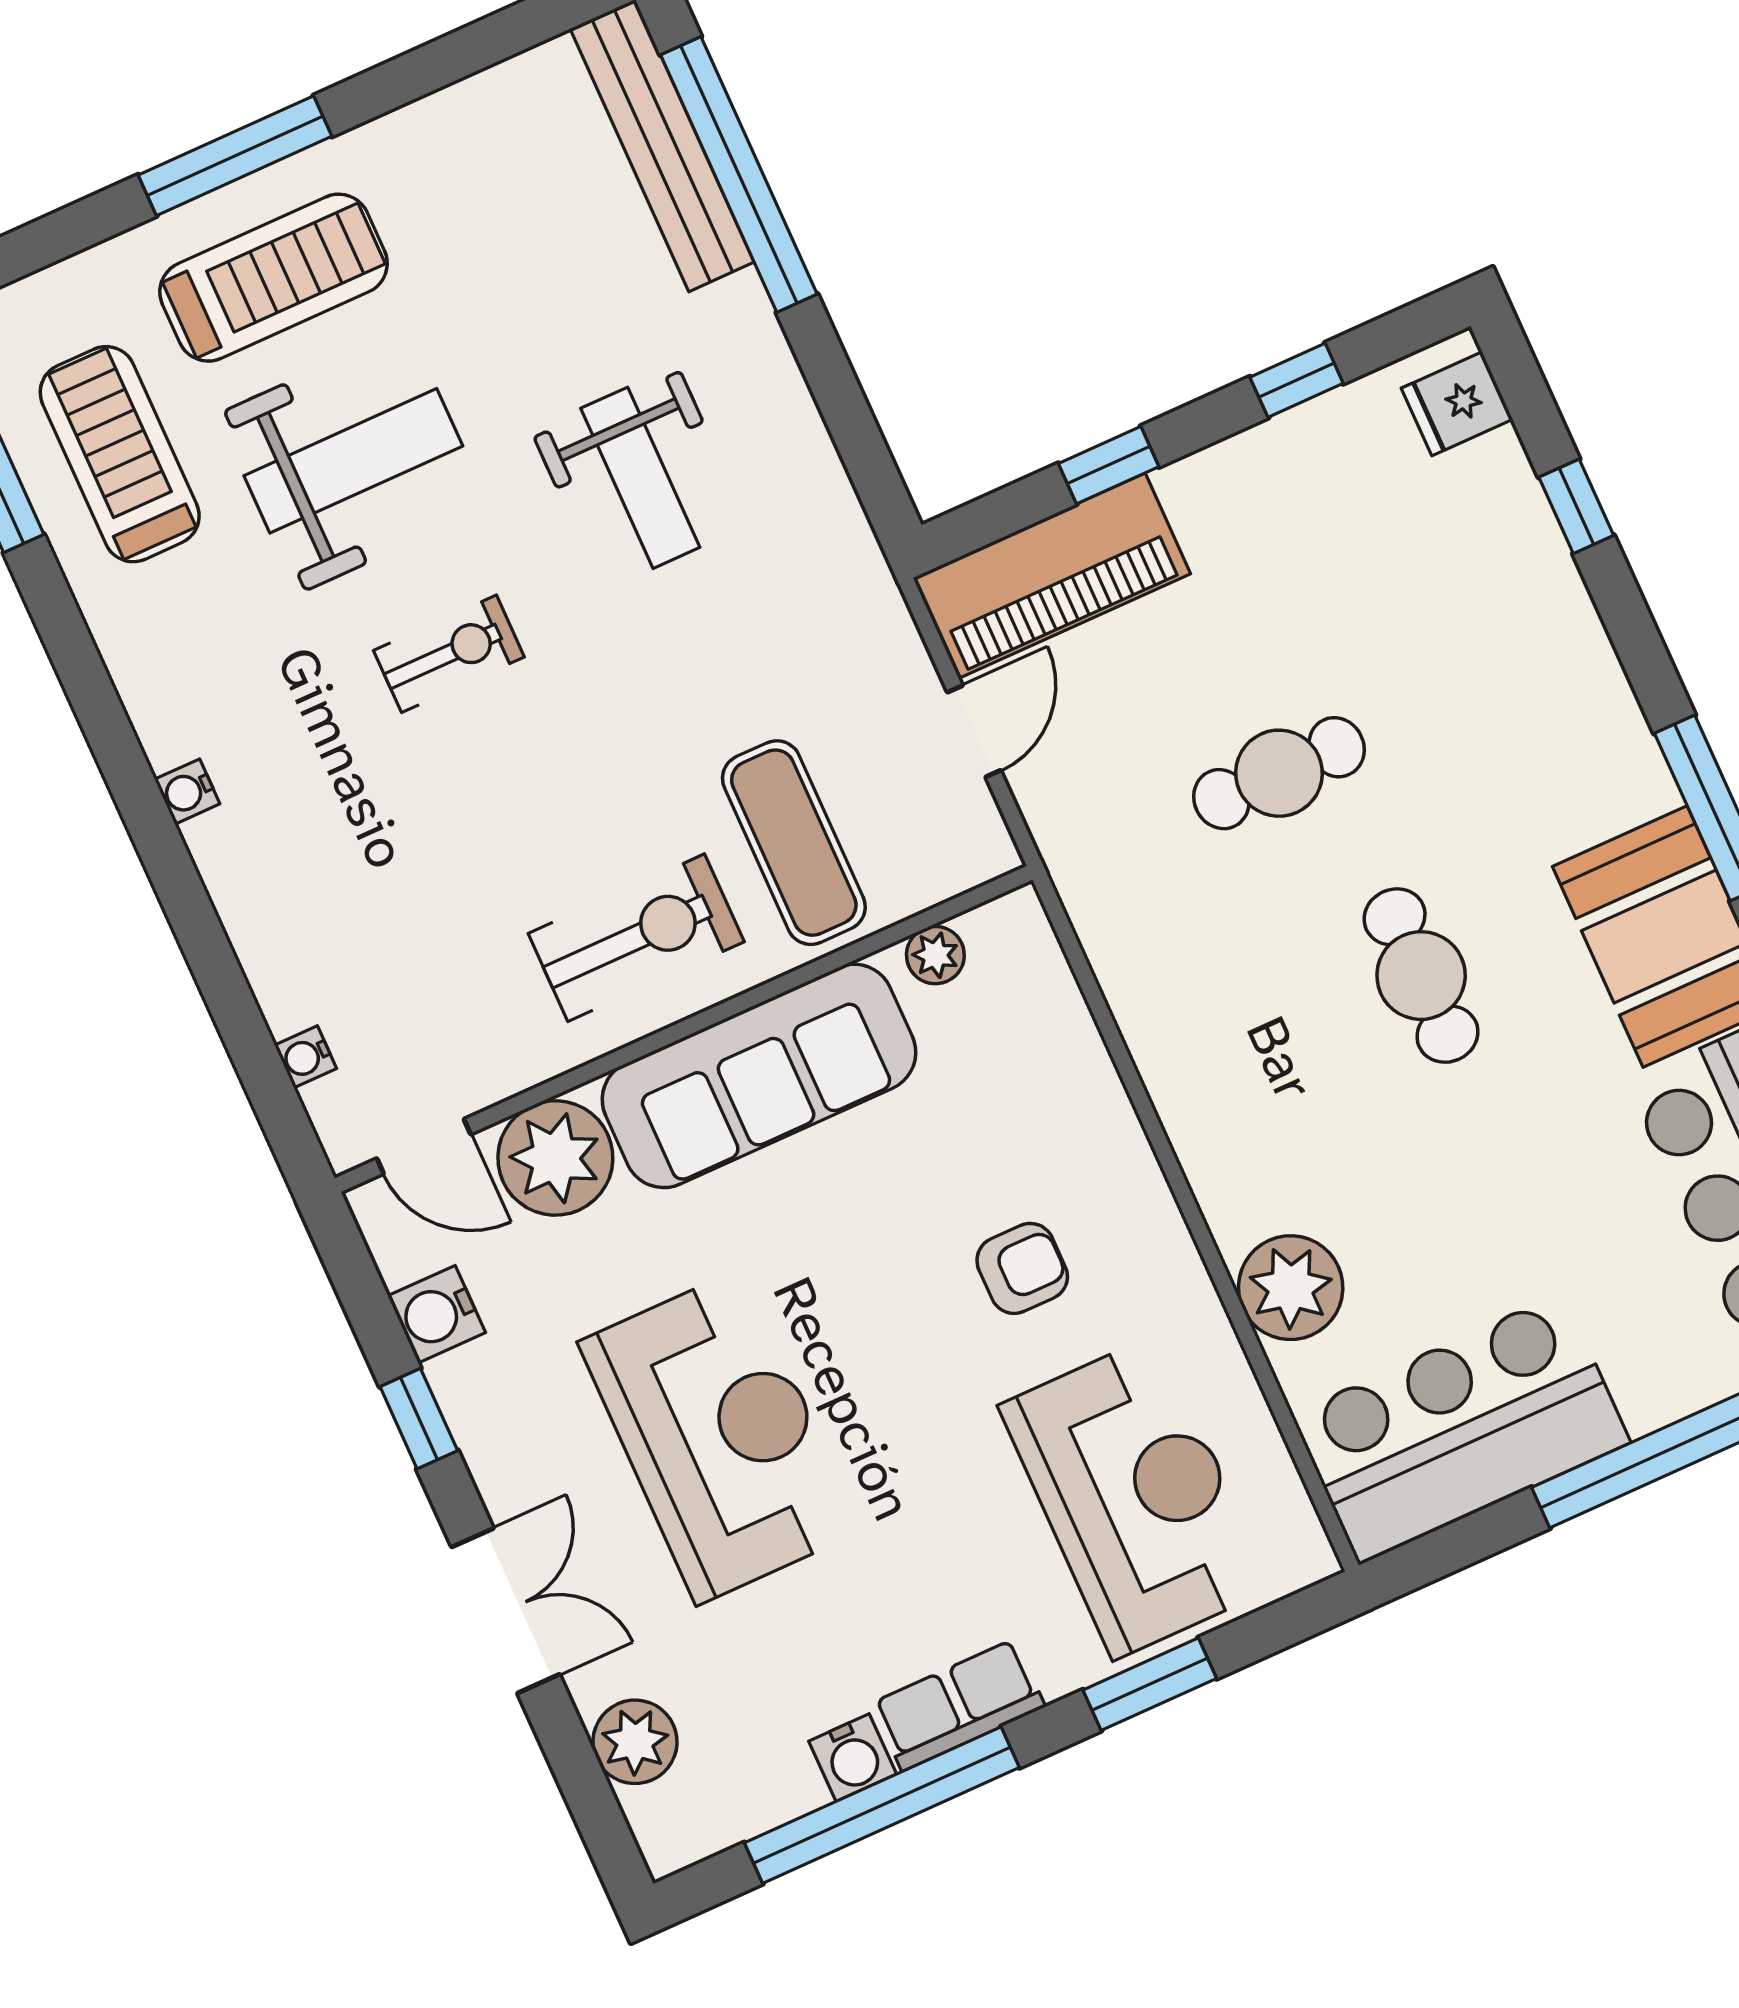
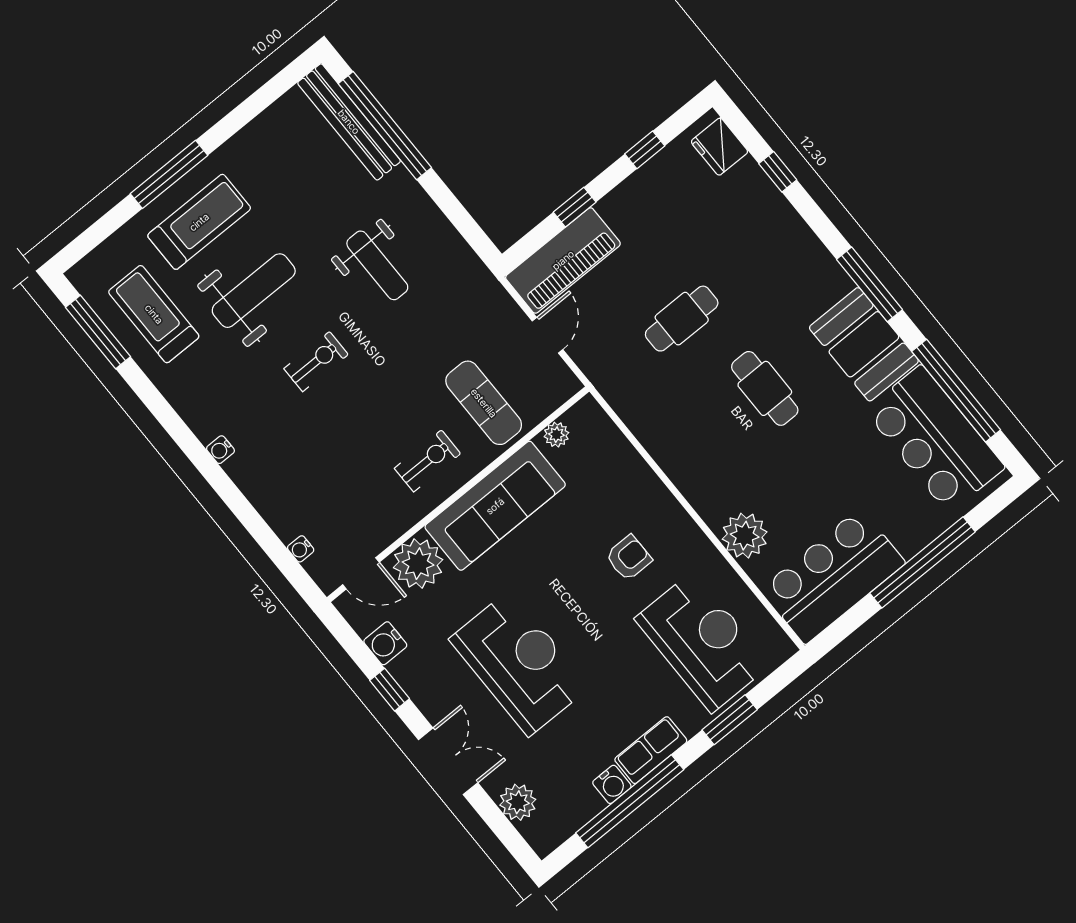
fridge: (1457, 404) -> (719, 147), width x1.38
exercise bike: (636, 938) -> (427, 461), width x0.73, depth x0.72

